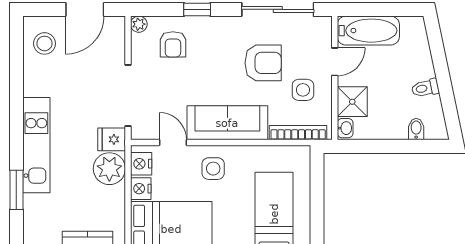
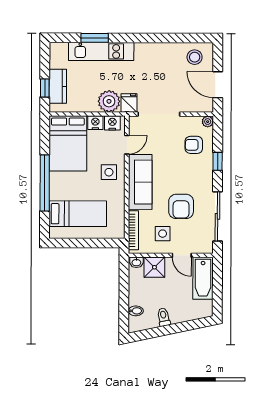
kitchen unit: (36, 145) -> (101, 51), moved

